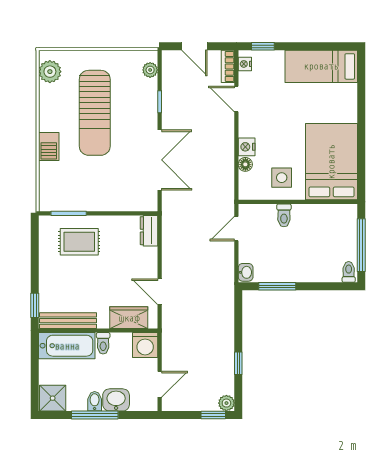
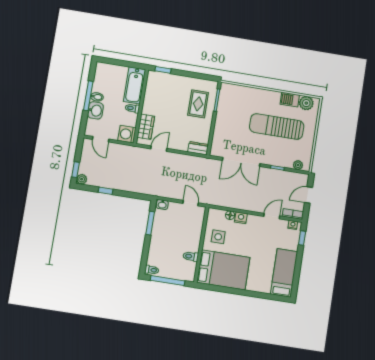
barbecue: (49, 147) -> (290, 100), moved
toilet: (284, 215) -> (191, 256), moved
bench: (68, 321) -> (150, 89), removed
shower: (53, 398) -> (103, 71), removed

